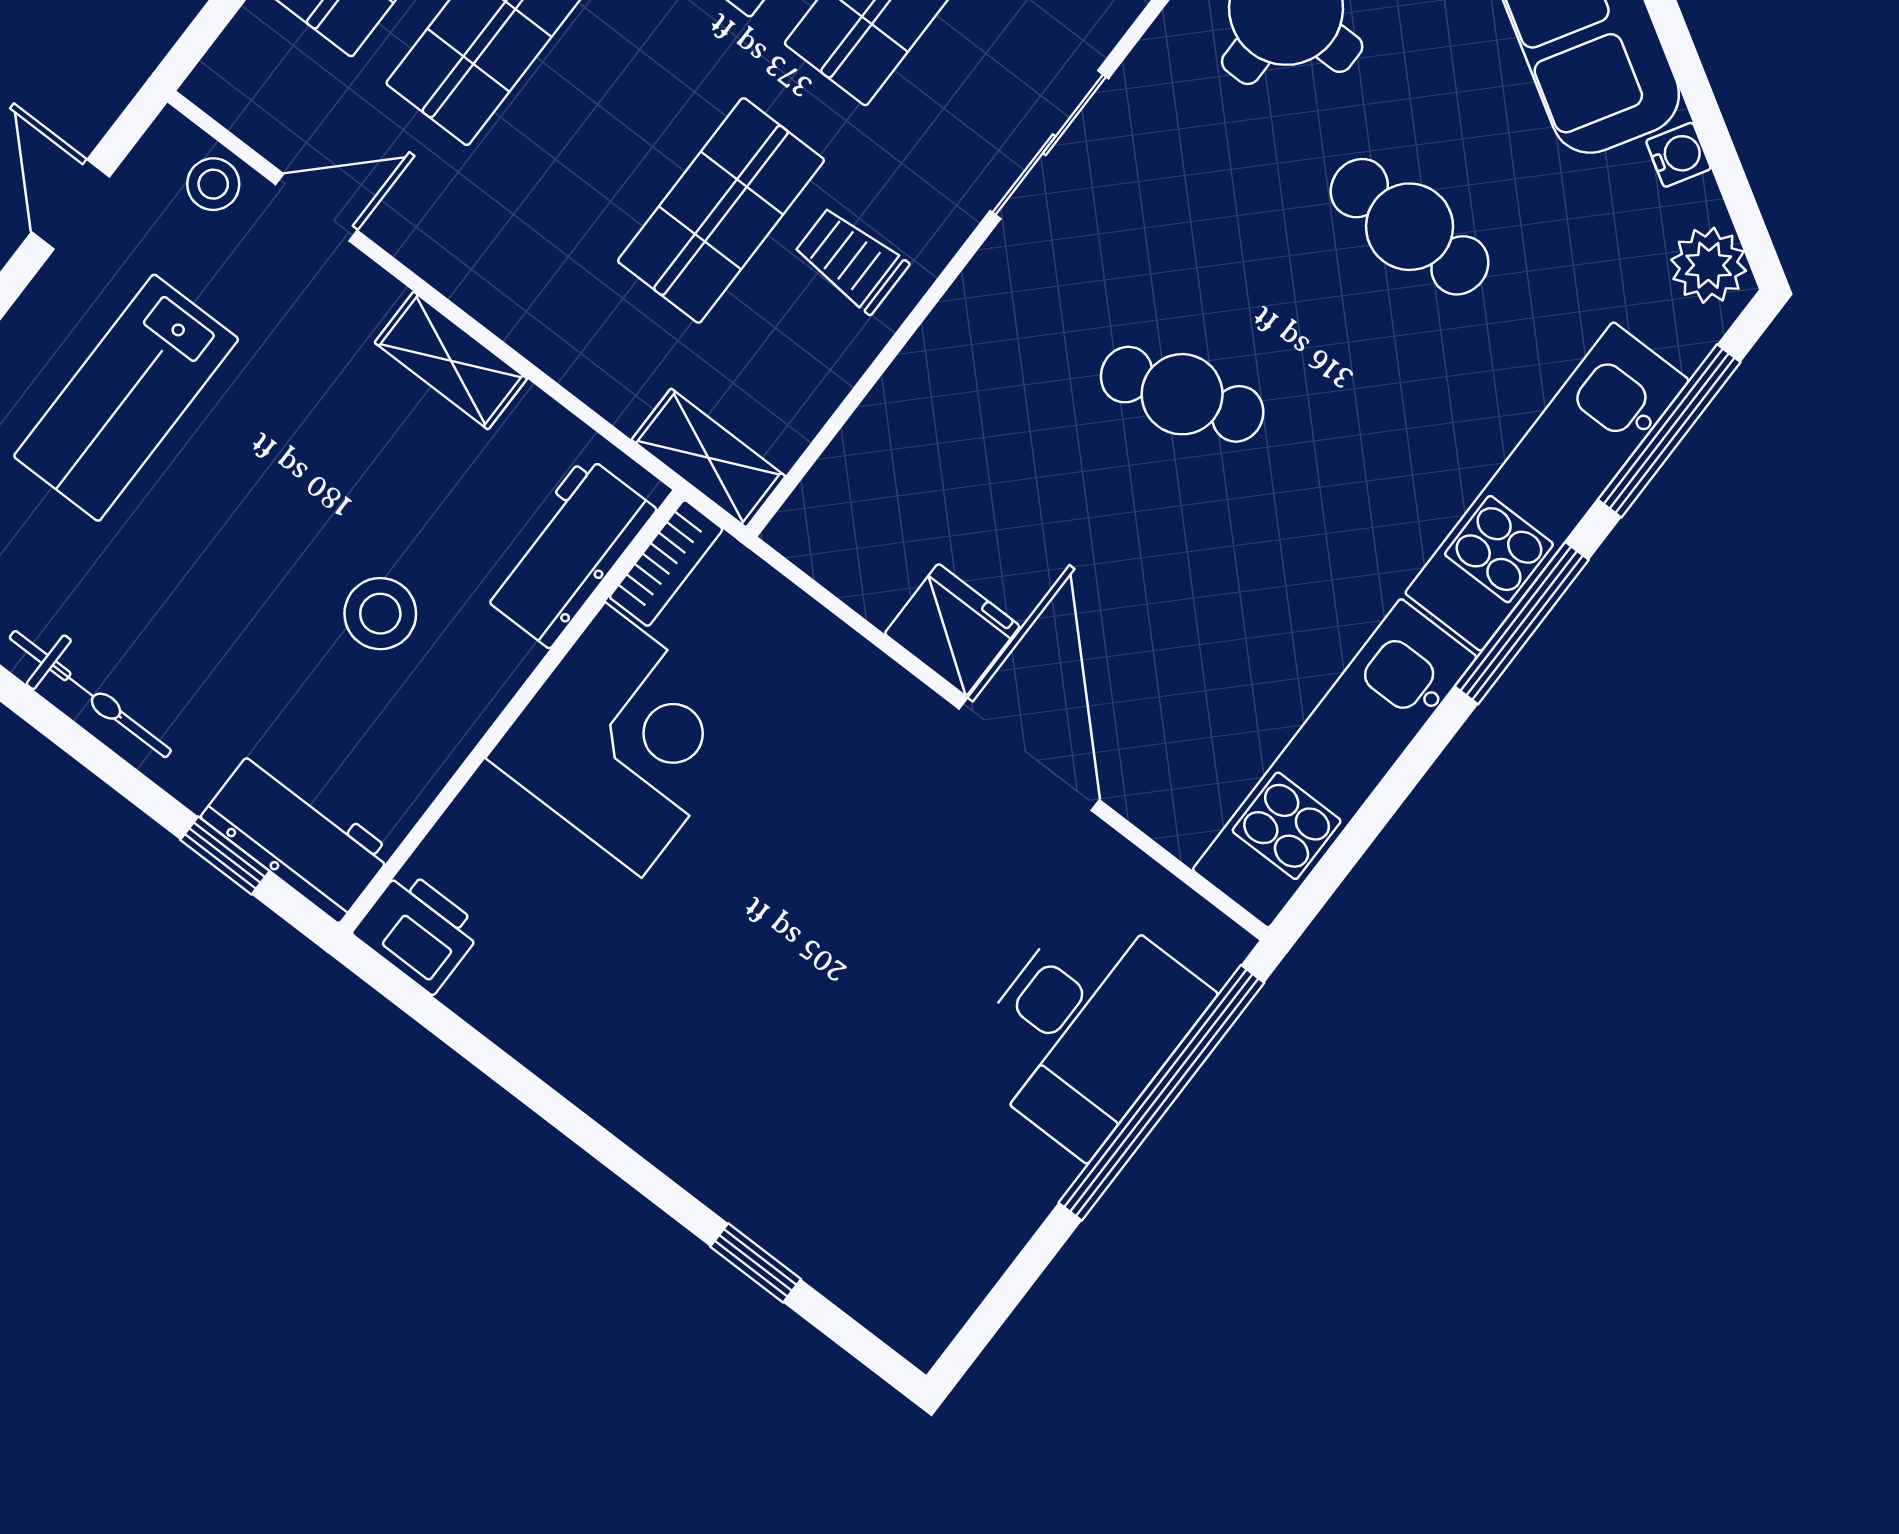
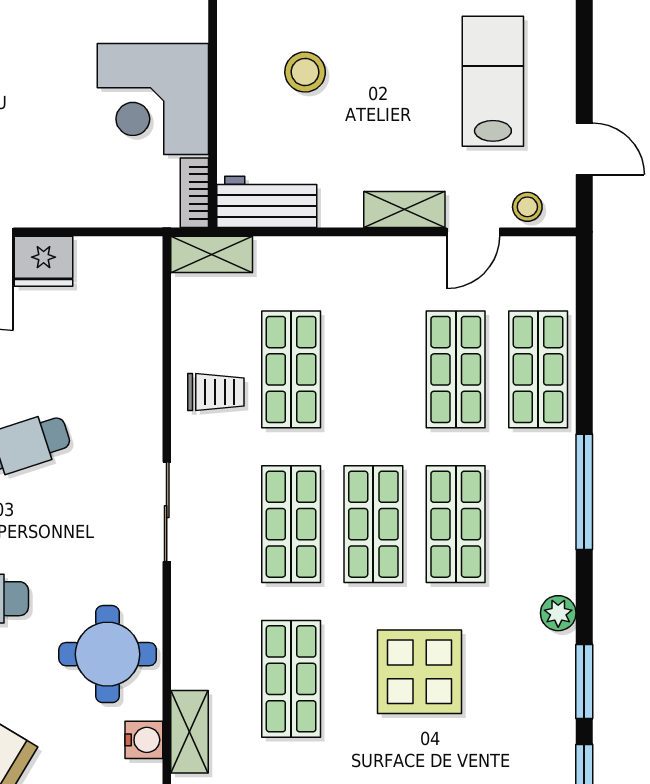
shelving: (451, 361) -> (404, 209), moved
workbench: (567, 552) -> (267, 202), moved, turned -90

